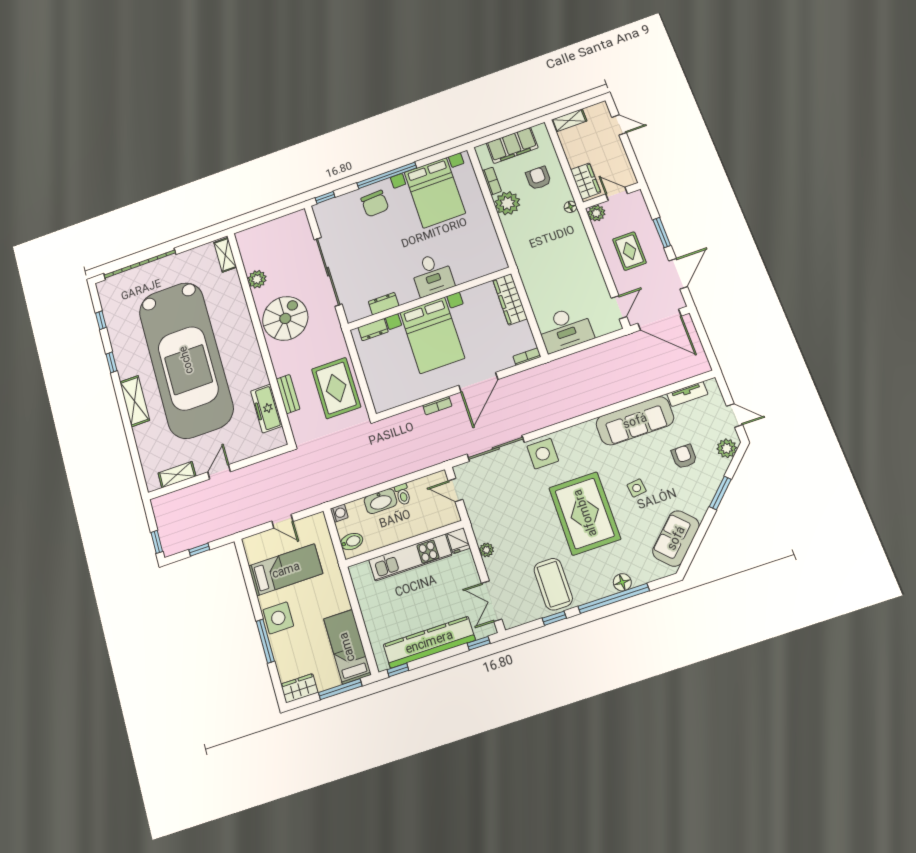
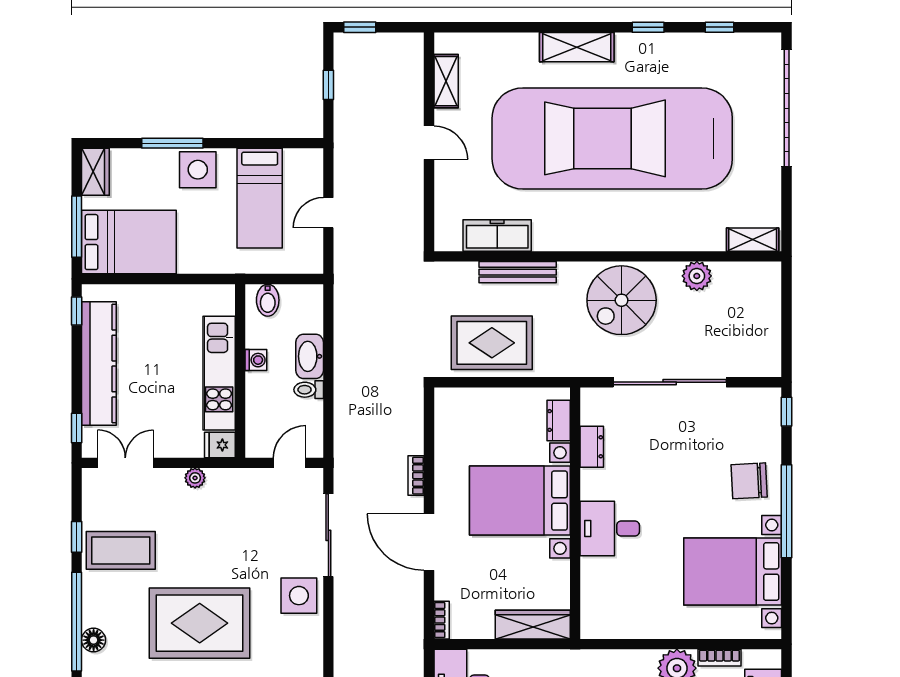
spiral stairs: (285, 318) -> (622, 300), turned 90
bench: (288, 394) -> (518, 272), width x1.36
washing machine: (339, 513) -> (256, 360), moved, turned -90
bed: (347, 647) -> (129, 242), width x1.50

